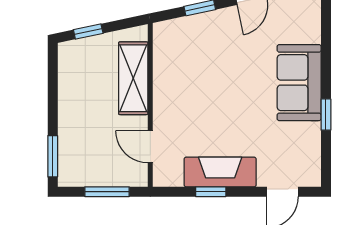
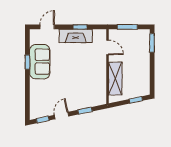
sofa: (299, 83) -> (40, 62), moved

